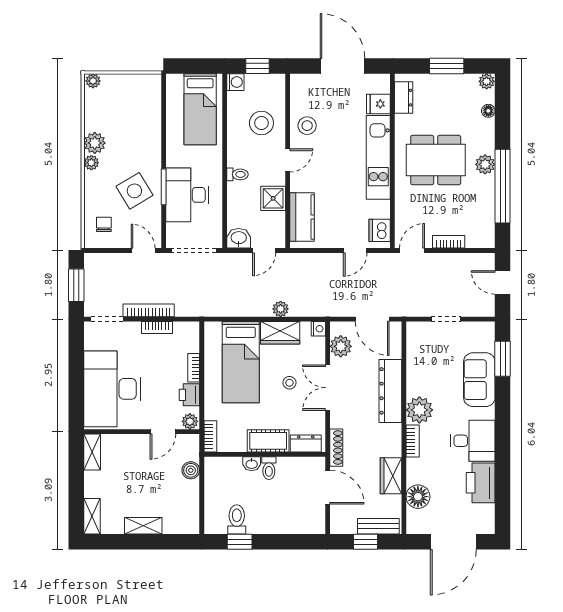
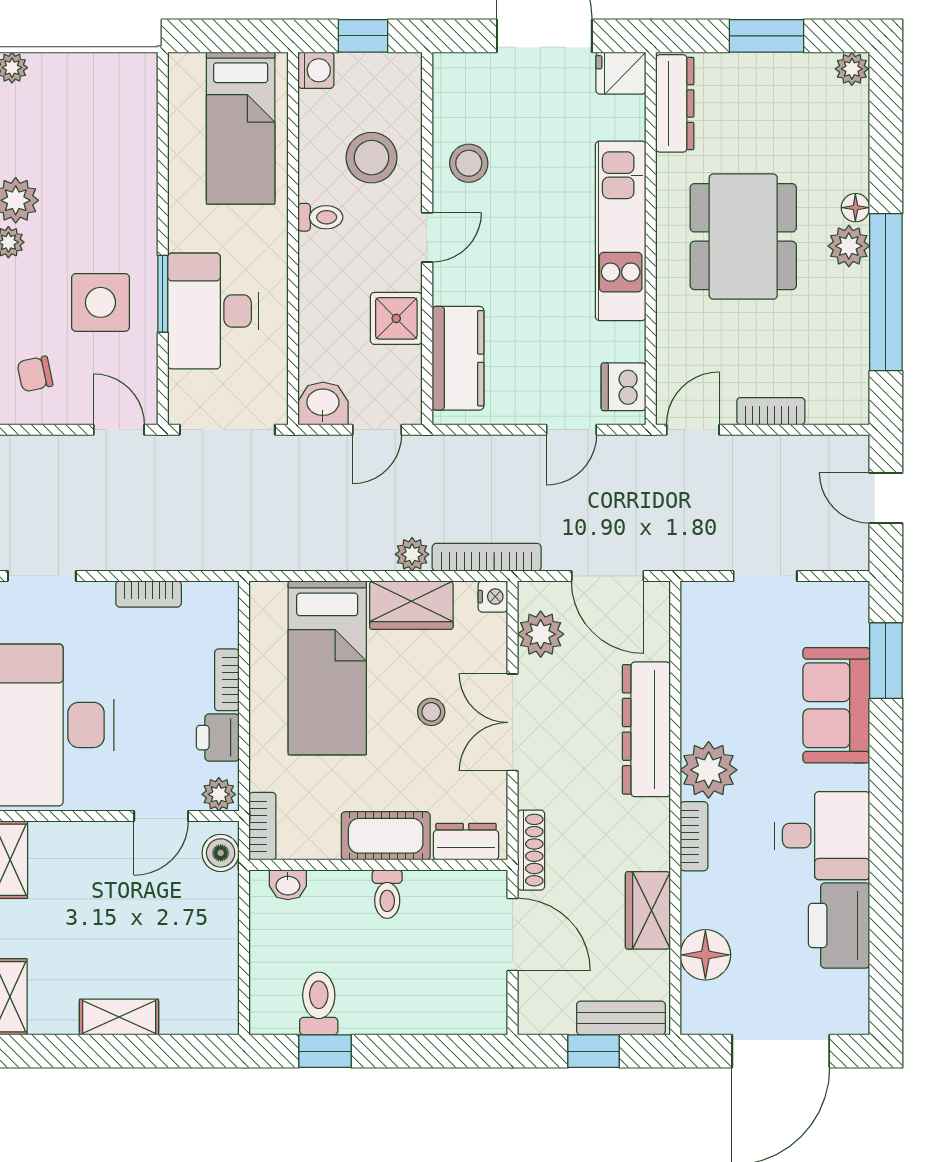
dresser: (404, 98) -> (675, 103), width x1.44
fridge: (378, 104) -> (621, 73), moved
floor lamp: (488, 111) -> (855, 208), moved
dining table: (436, 160) -> (743, 237), turned 90
toilet: (237, 174) -> (320, 217), moved
side table: (134, 191) -> (100, 302), turned 31
chair: (104, 224) -> (35, 374), turned -102
bookcase: (149, 310) -> (487, 557), moved
washbasin: (252, 464) -> (288, 885), moved
boiler: (191, 470) -> (221, 853), moved

